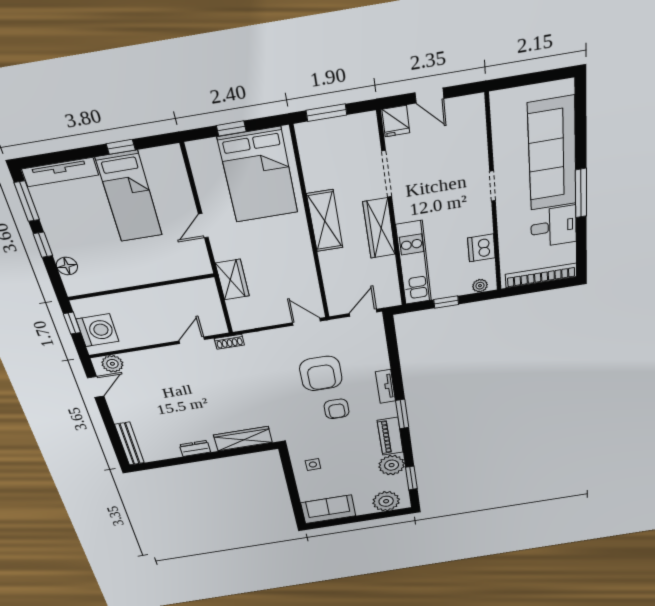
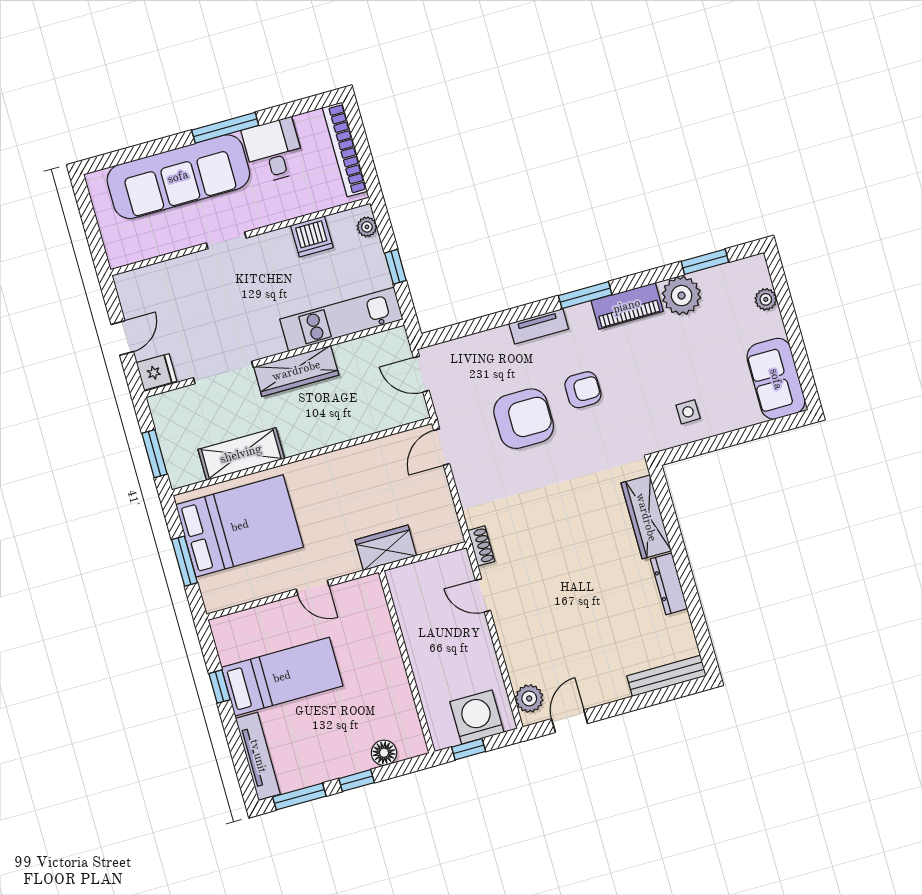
window: (231, 128) -> (184, 561), width x1.50
shelving: (325, 221) -> (241, 454), moved
door: (96, 387) -> (570, 721), hinge flipped
dresser: (195, 448) -> (669, 584), width x1.44
plant: (386, 501) -> (766, 299), width x0.53, depth x0.53

